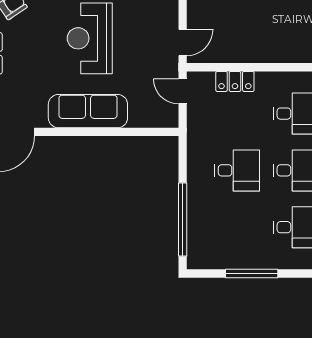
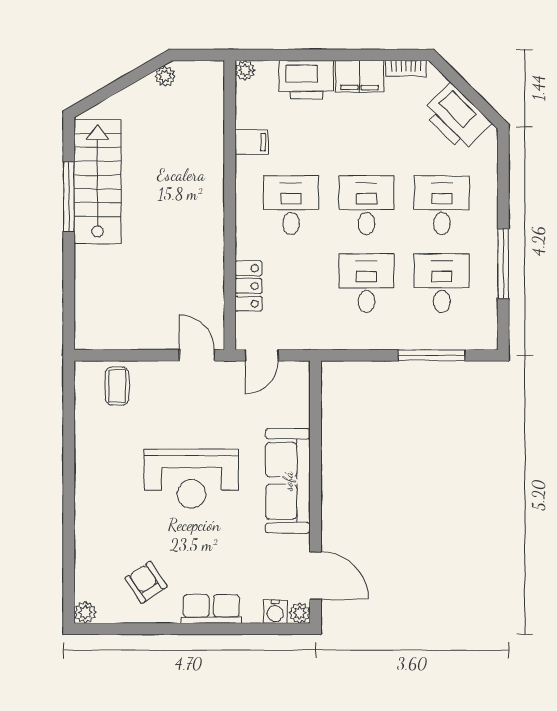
window: (183, 220) -> (432, 355), width x0.68
desk: (237, 227) -> (442, 283), added

